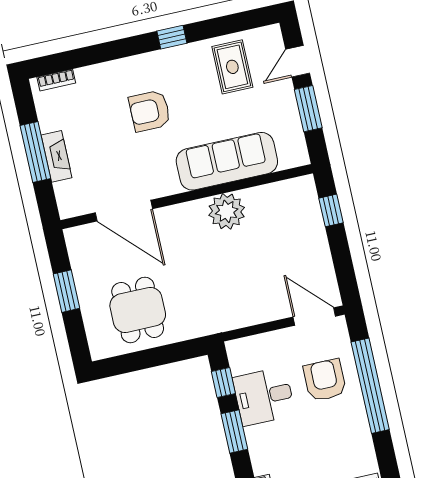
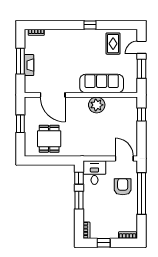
armchair: (150, 111) -> (73, 55), removed
desk: (264, 396) -> (94, 173), moved, turned 90

